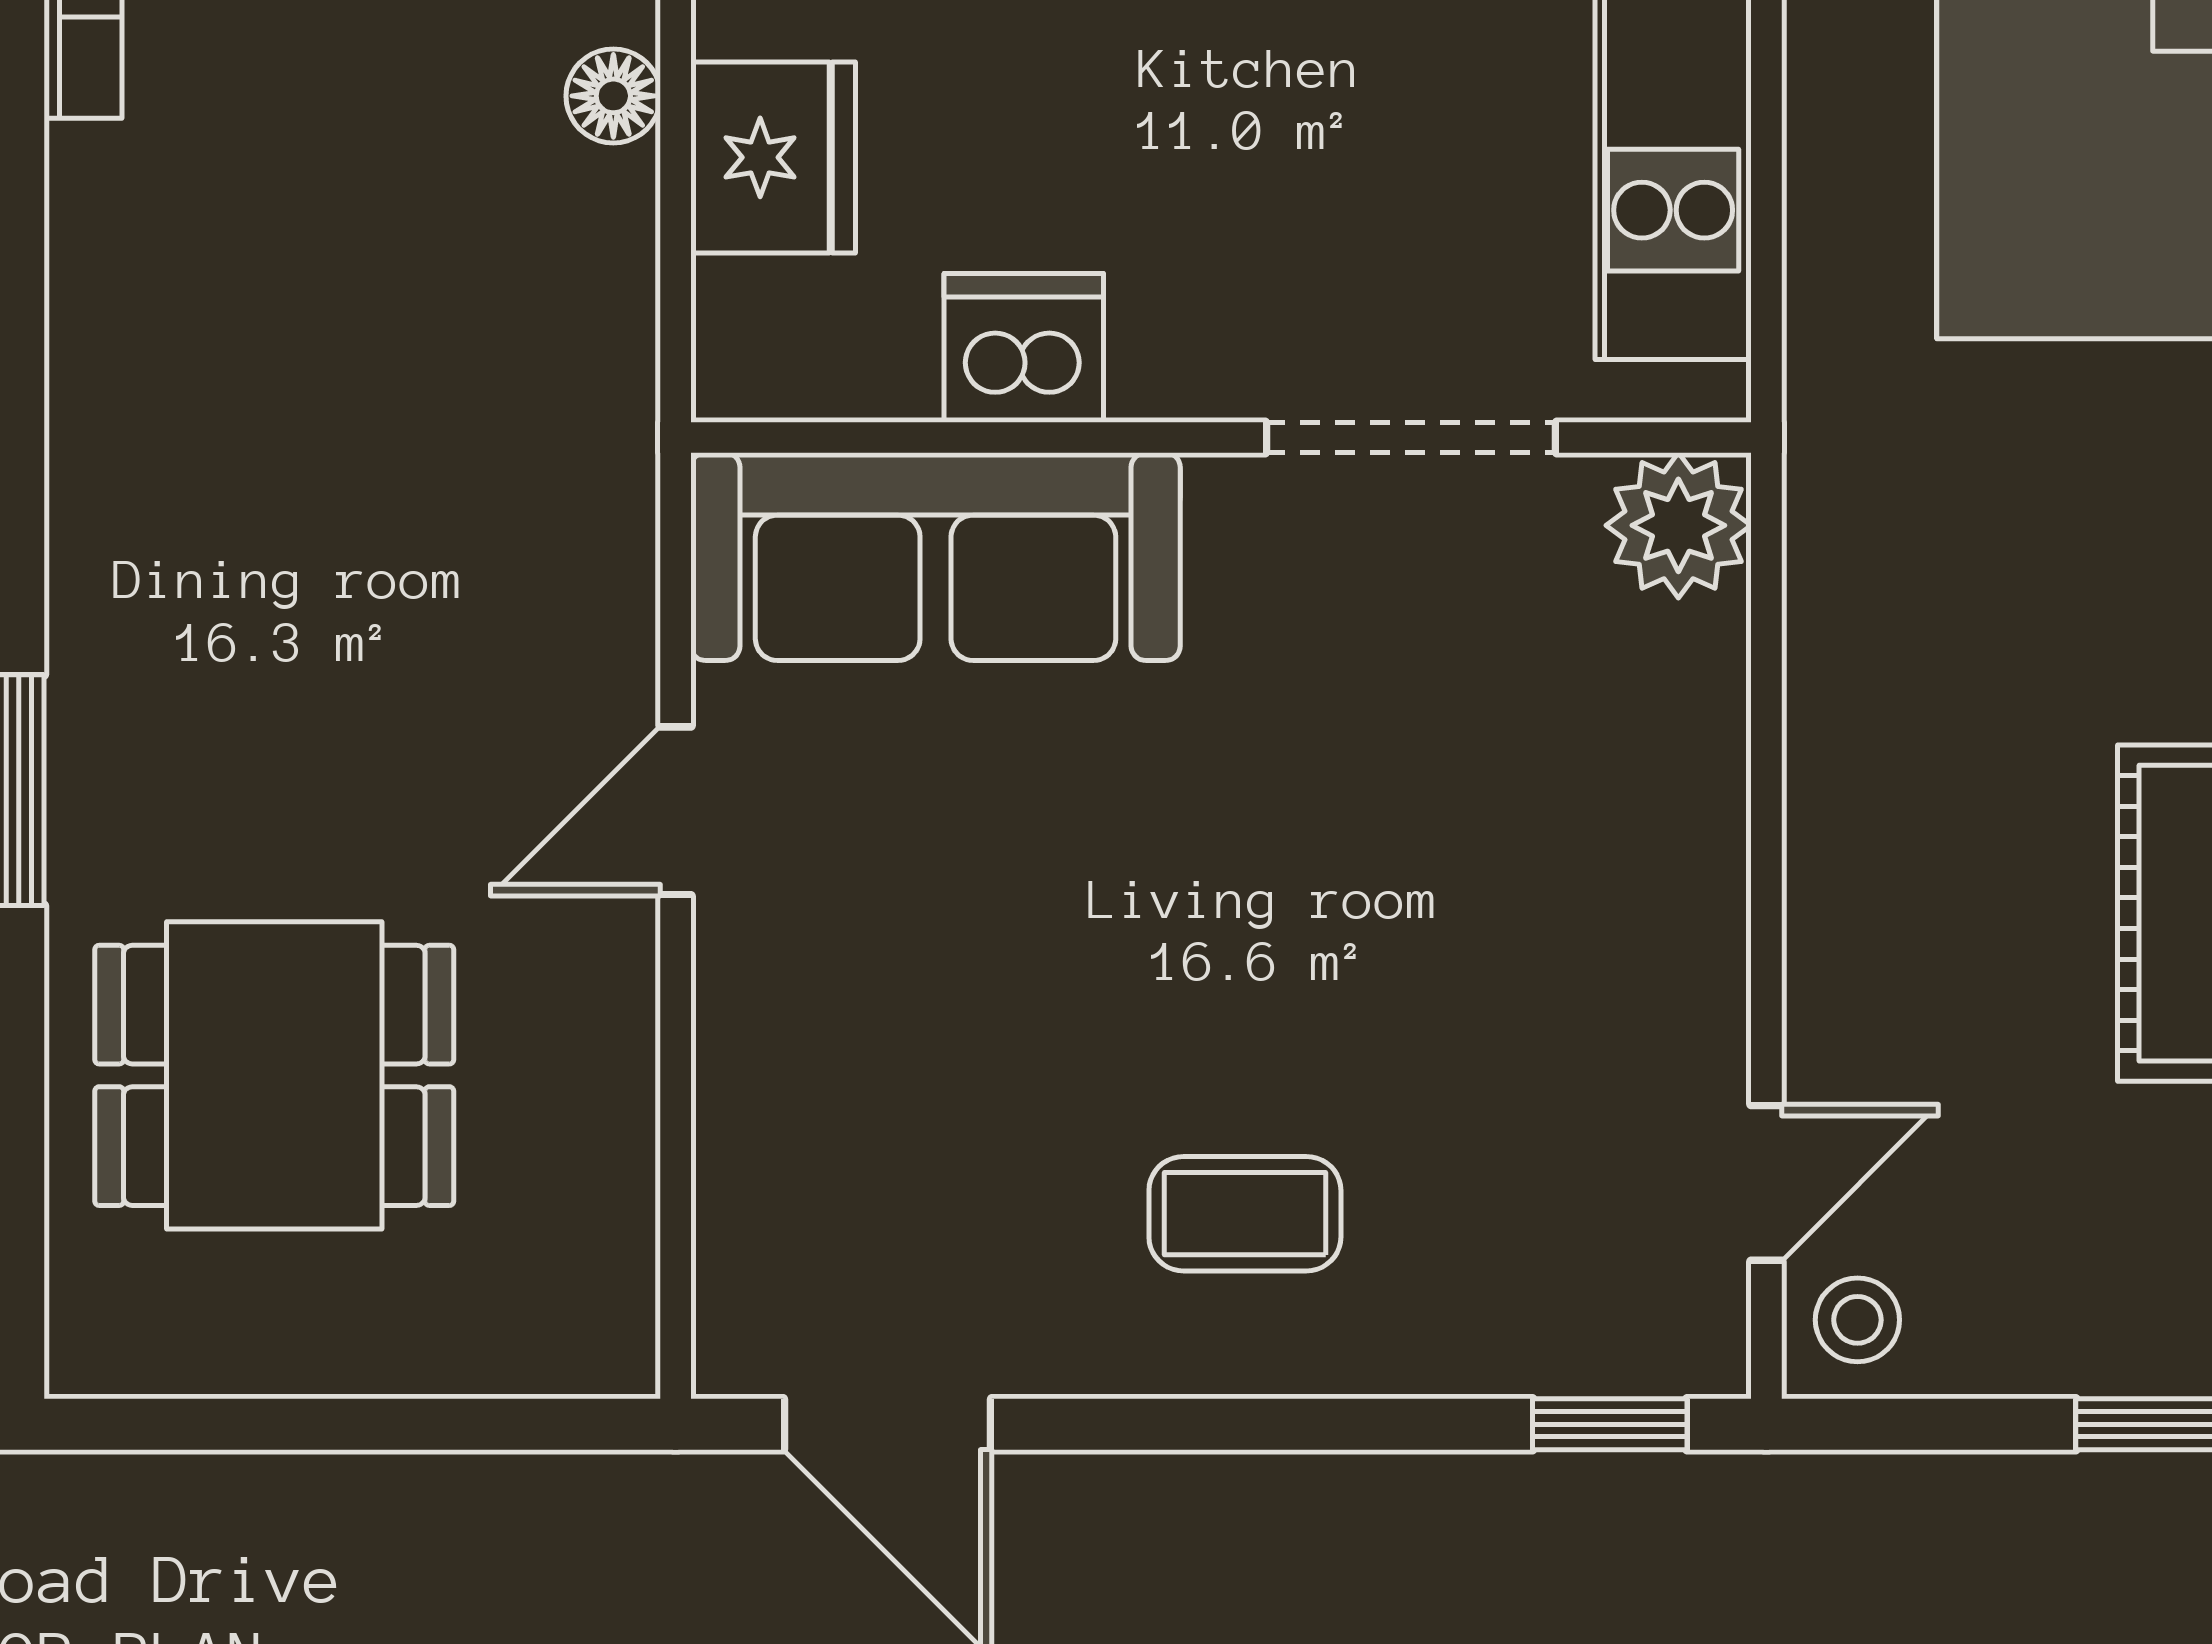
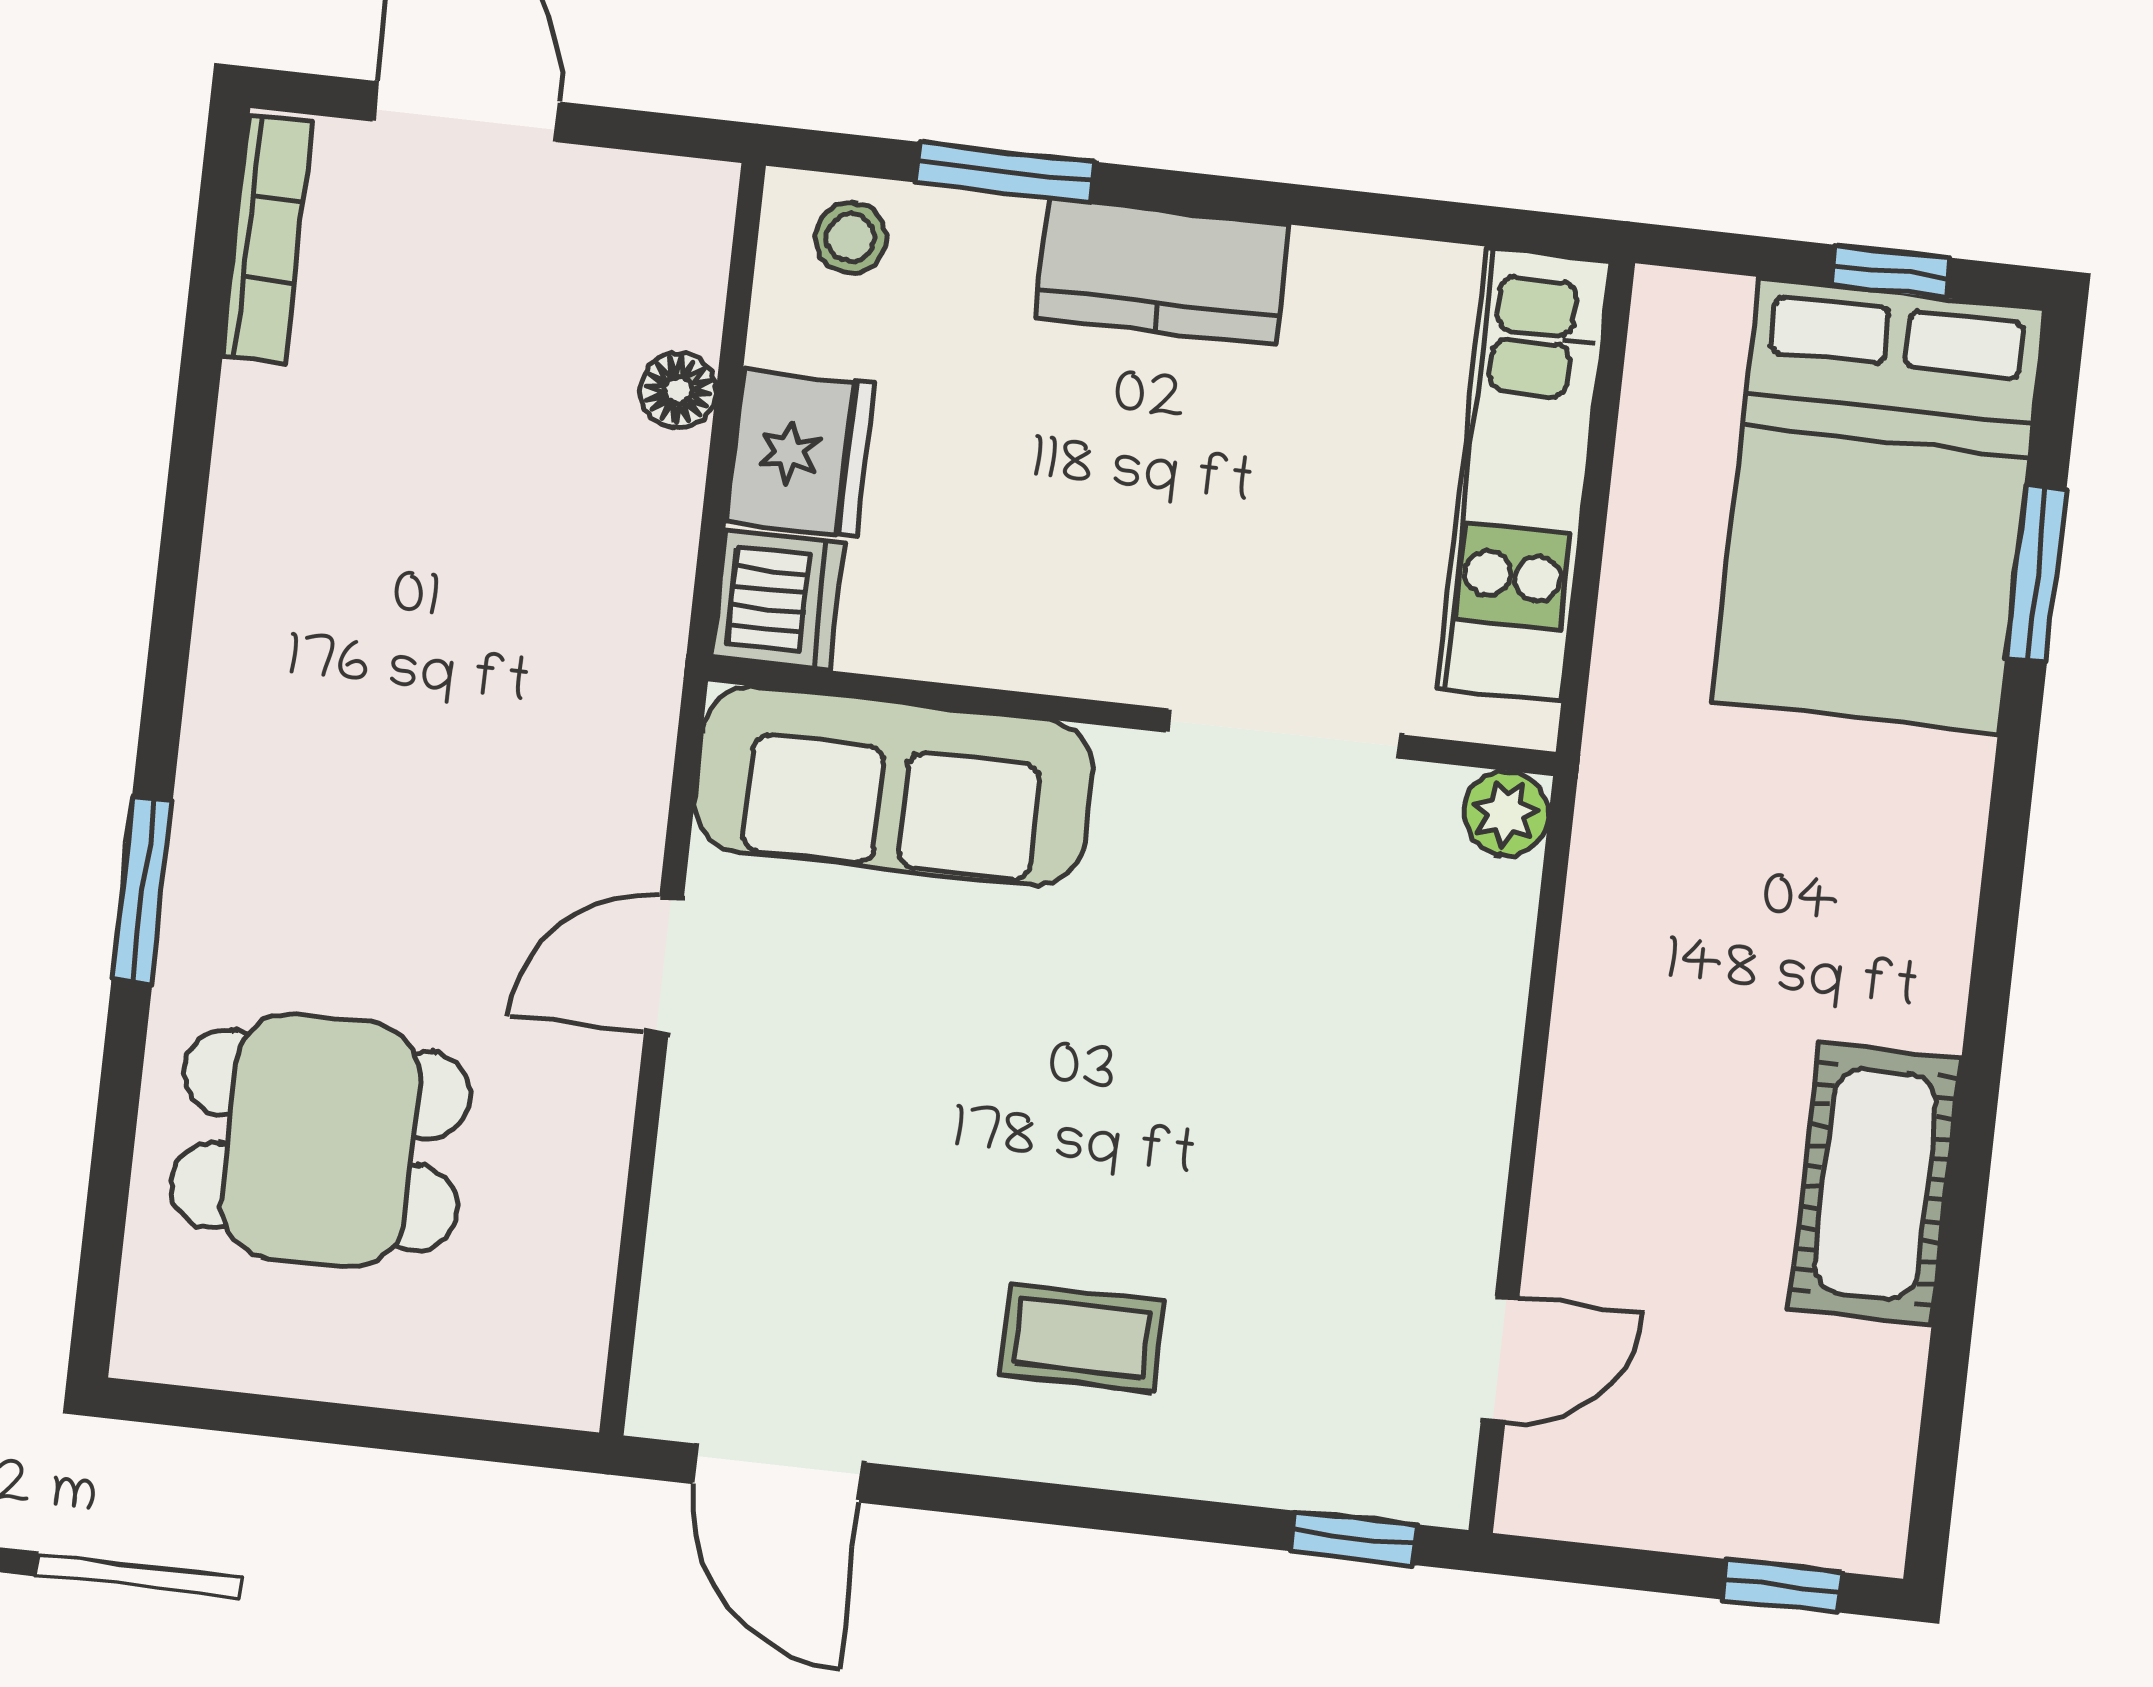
dishwasher: (1024, 348) -> (777, 600), moved, turned 90
plant: (1678, 525) -> (1506, 813), width x0.73, depth x0.73
stool: (1857, 1320) -> (1560, 1477), removed

